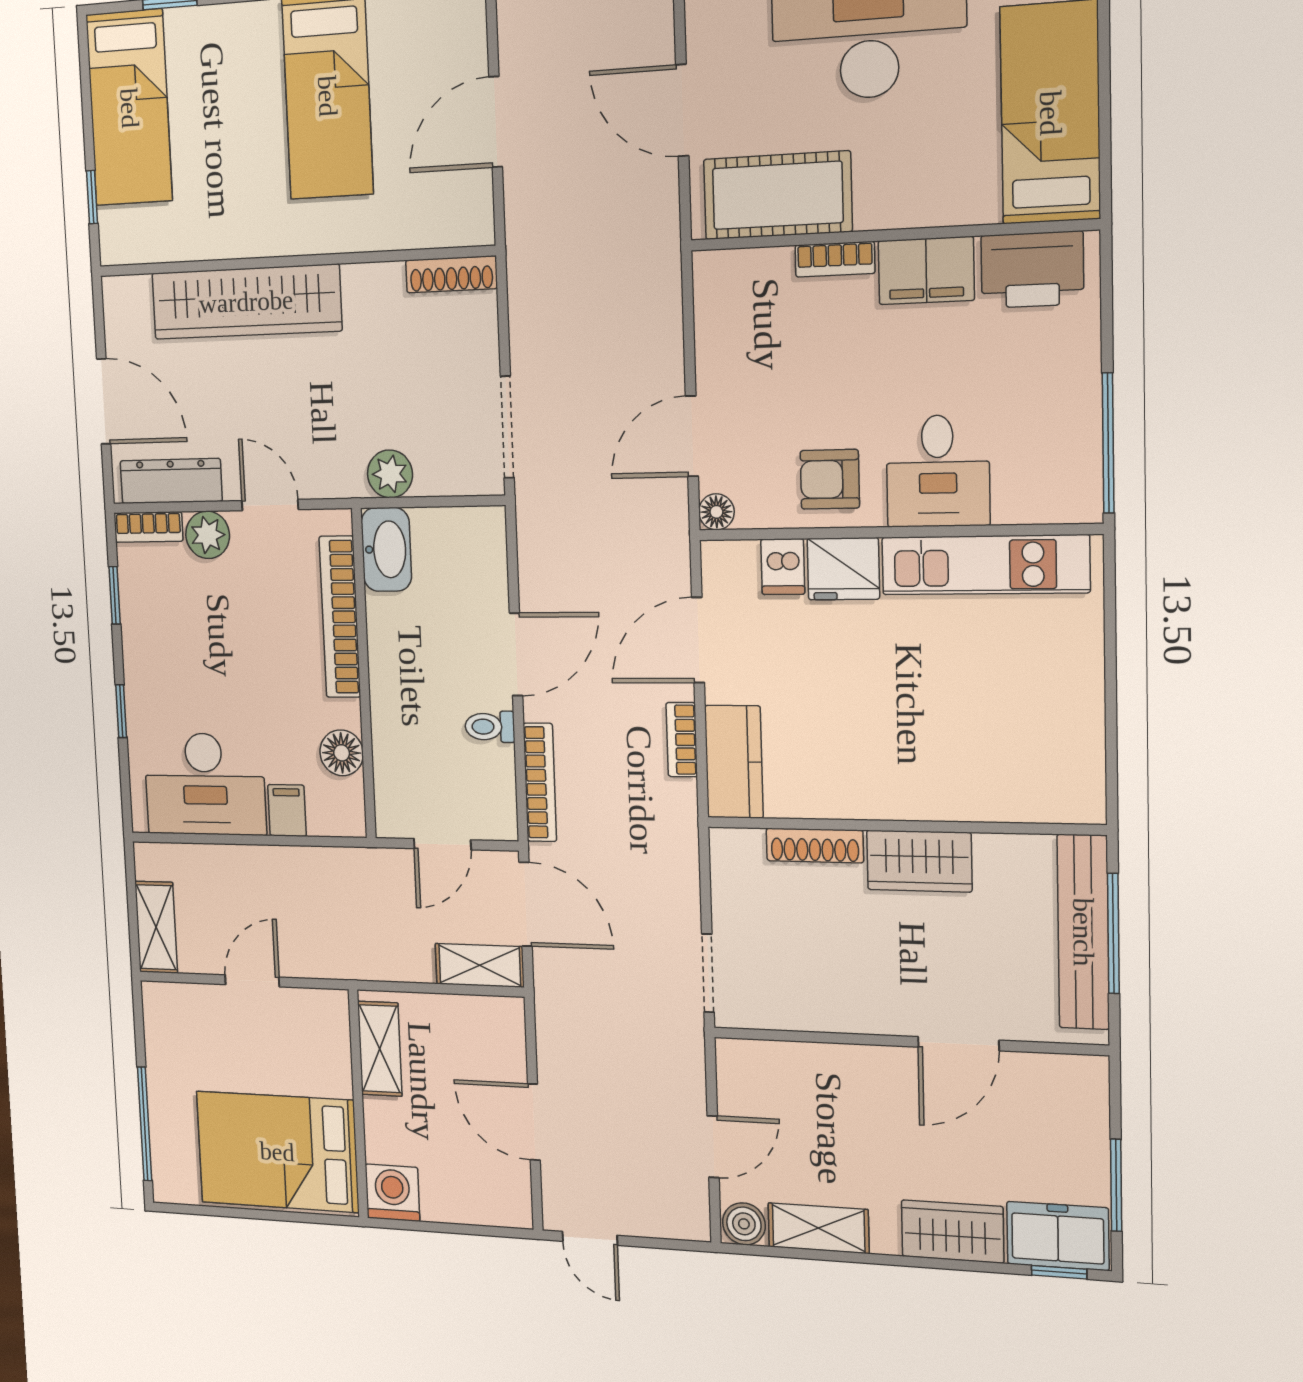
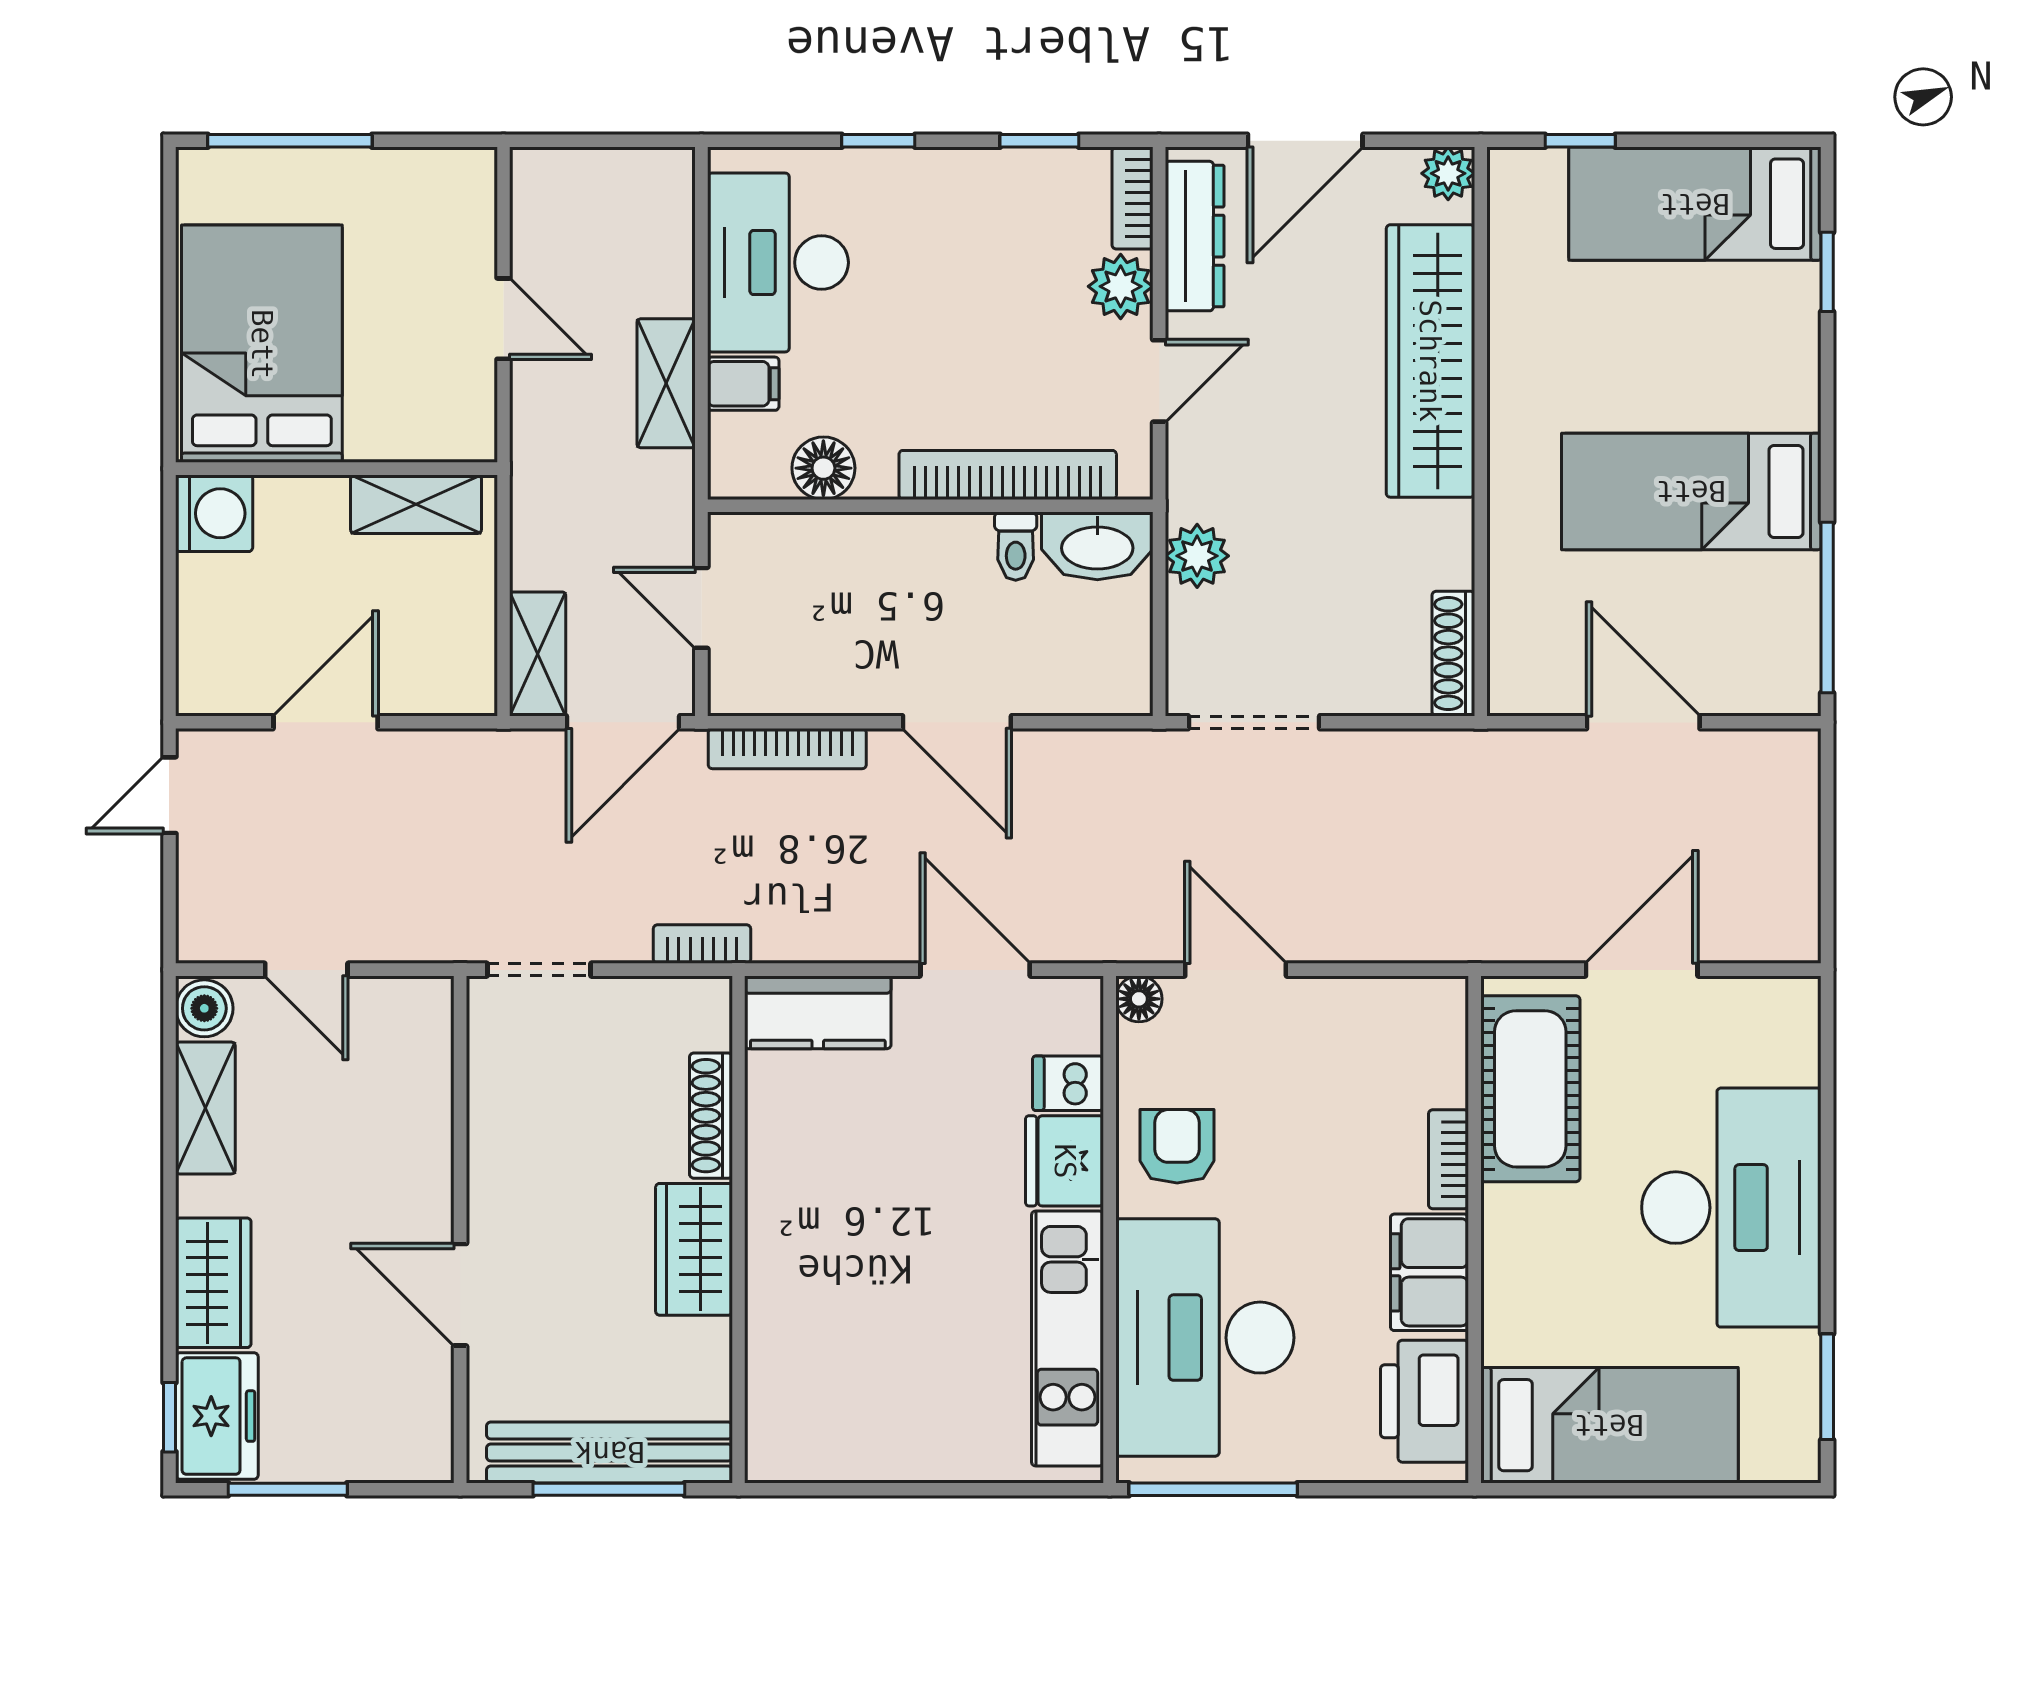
plant: (119, 295) -> (1448, 173), added
desk: (938, 471) -> (1205, 1338), width x1.87, depth x1.30
toilet: (490, 727) -> (1016, 546), moved, turned 180
bookcase: (682, 740) -> (702, 944), moved
shelving: (156, 927) -> (666, 383), moved, turned 90

